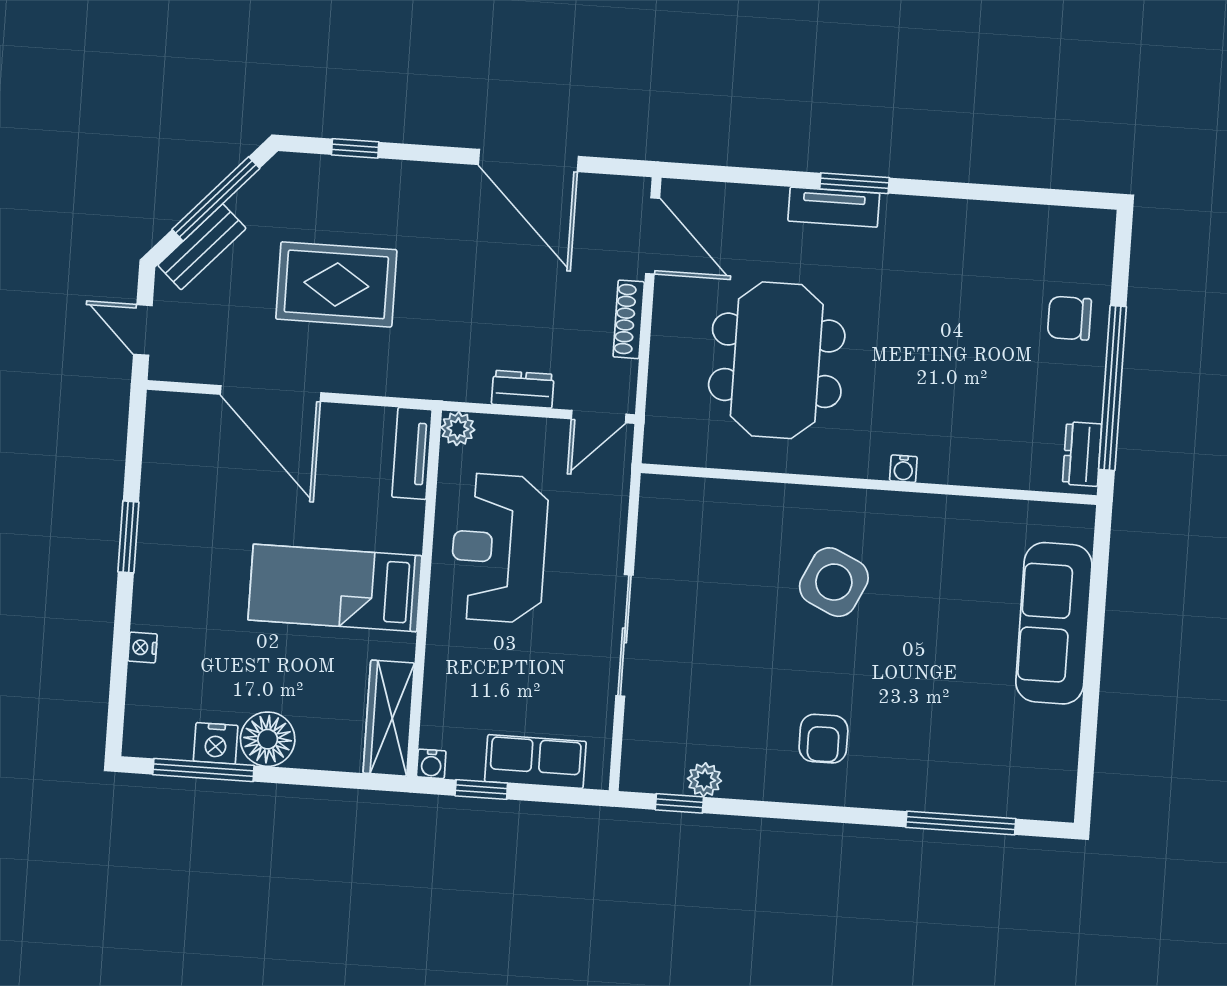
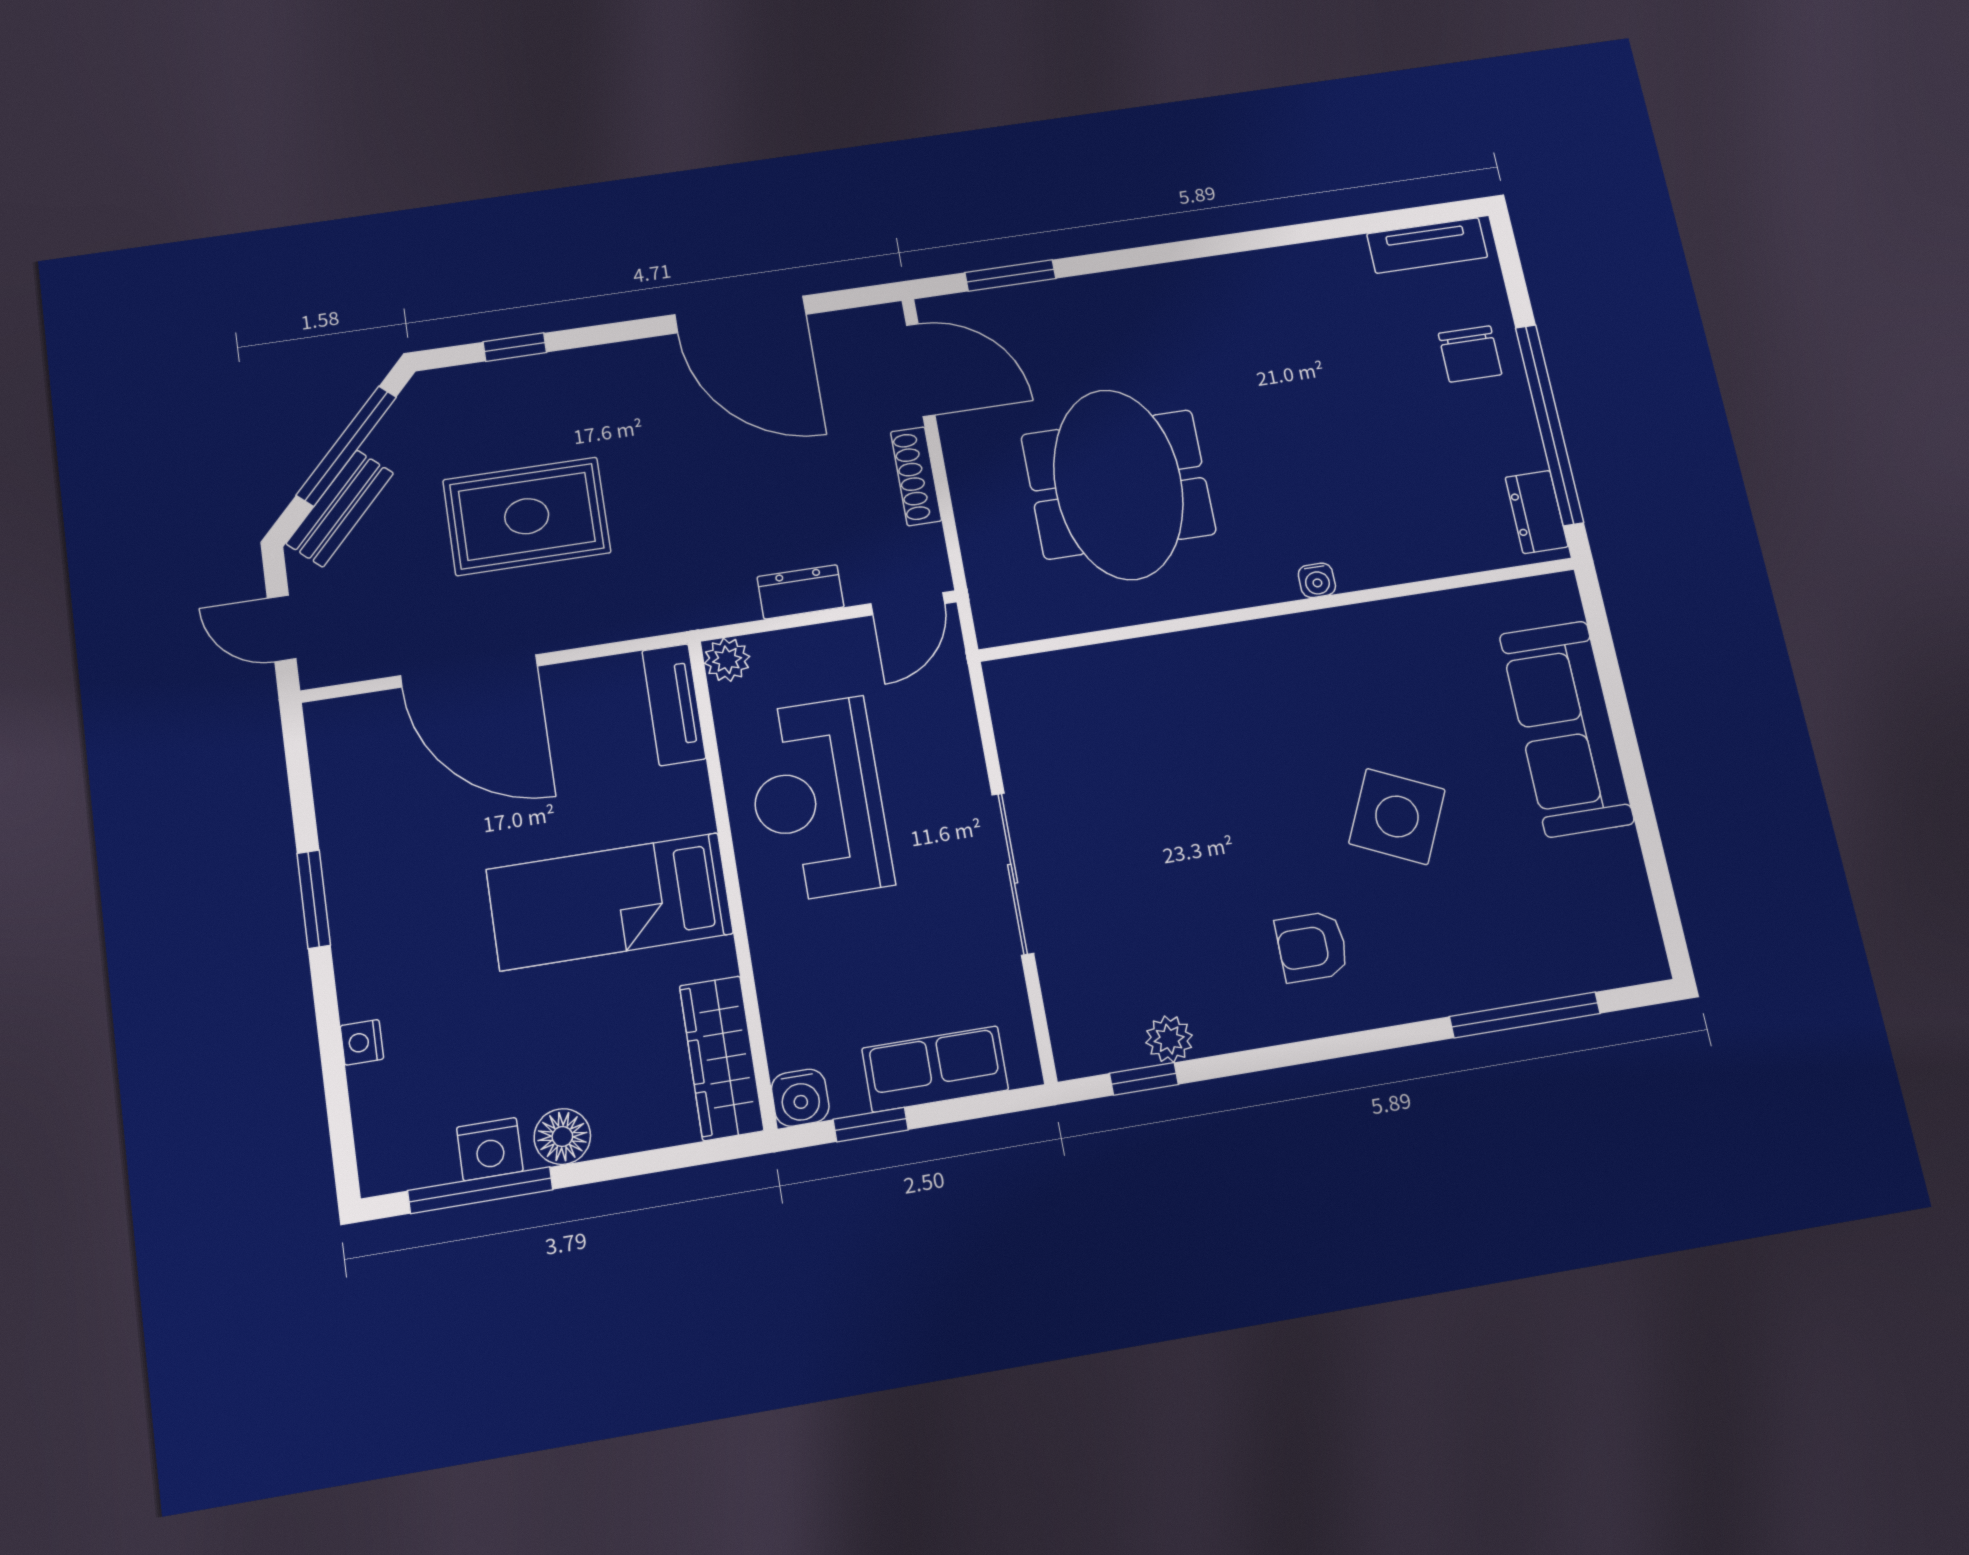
window: (854, 183) -> (1010, 275), moved
tv unit: (834, 207) -> (1427, 246), moved
chair: (1069, 318) -> (1470, 354), turned -90
side table: (834, 582) -> (1397, 816), moved
floor lamp: (268, 739) -> (562, 1137), width x0.73, depth x0.73
armchair: (823, 739) -> (1312, 947), turned 90
water cooler: (431, 764) -> (800, 1098), width x1.38, depth x1.38

